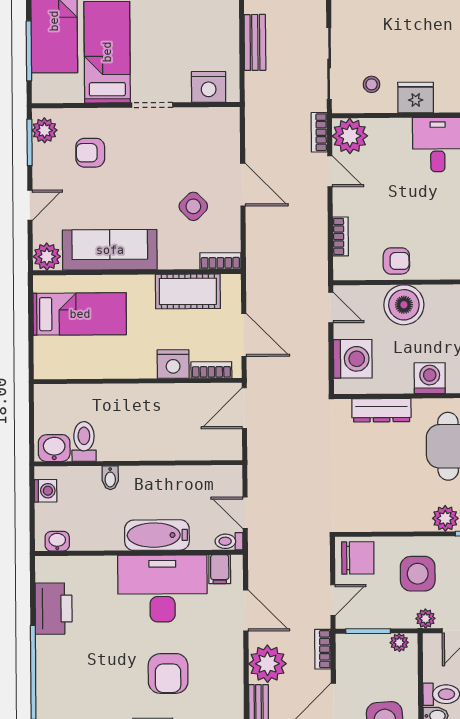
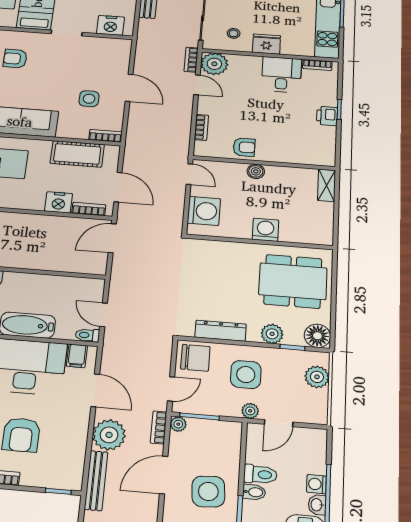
side table: (193, 206) -> (89, 99), turned 45
boiler: (404, 305) -> (256, 171), width x0.54, depth x0.54
dresser: (381, 410) -> (221, 331), moved, turned 180
plant: (399, 643) -> (178, 424), moved

